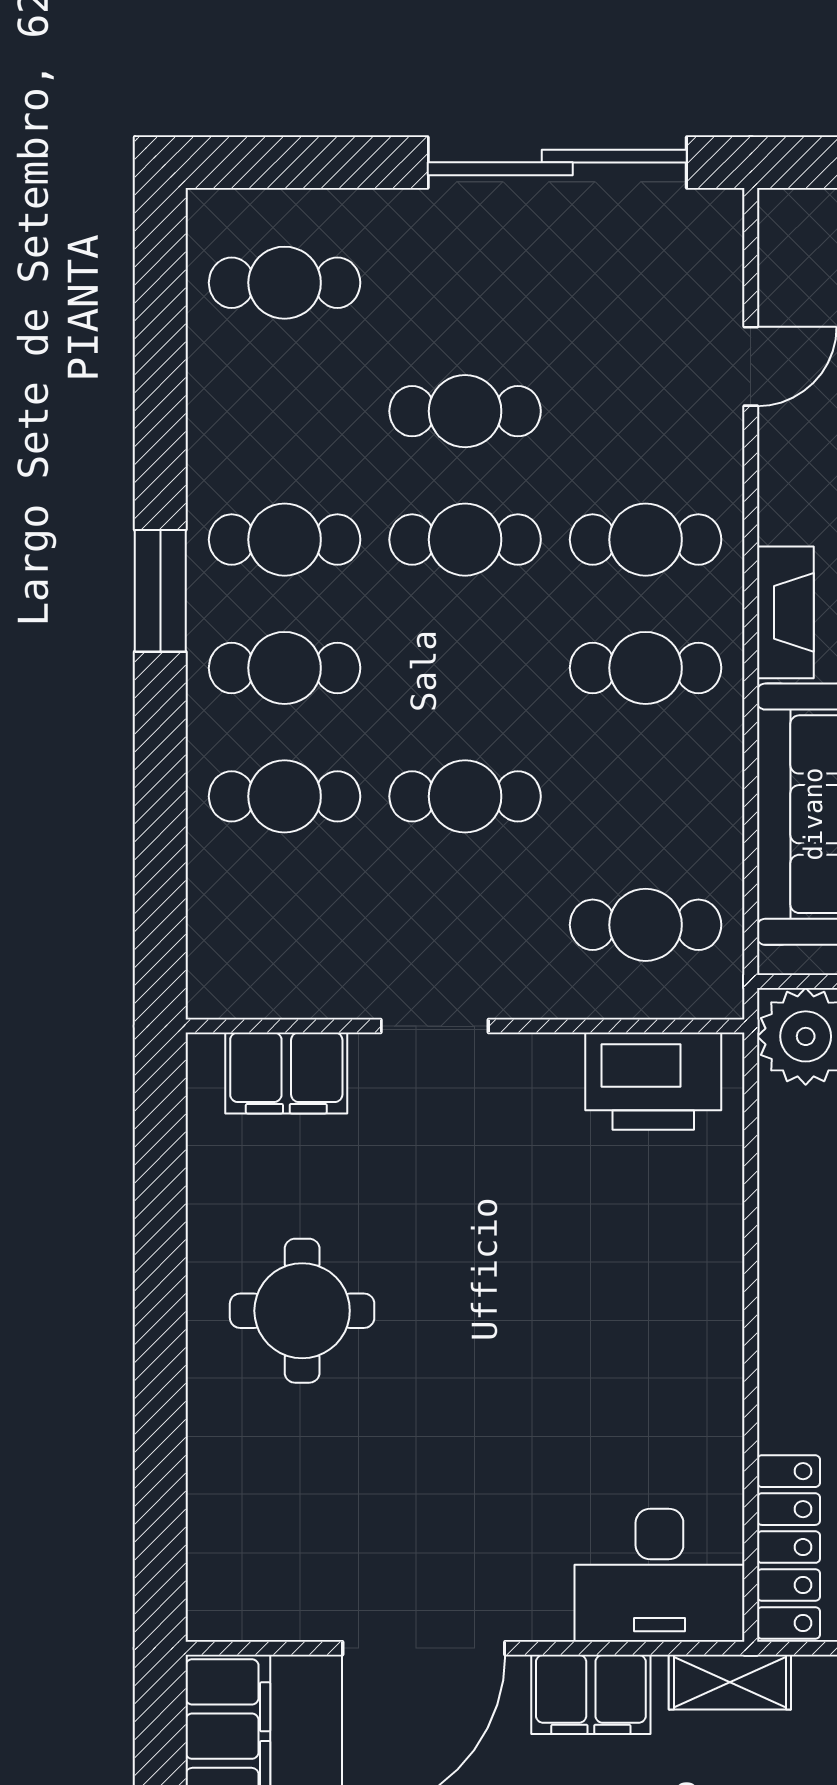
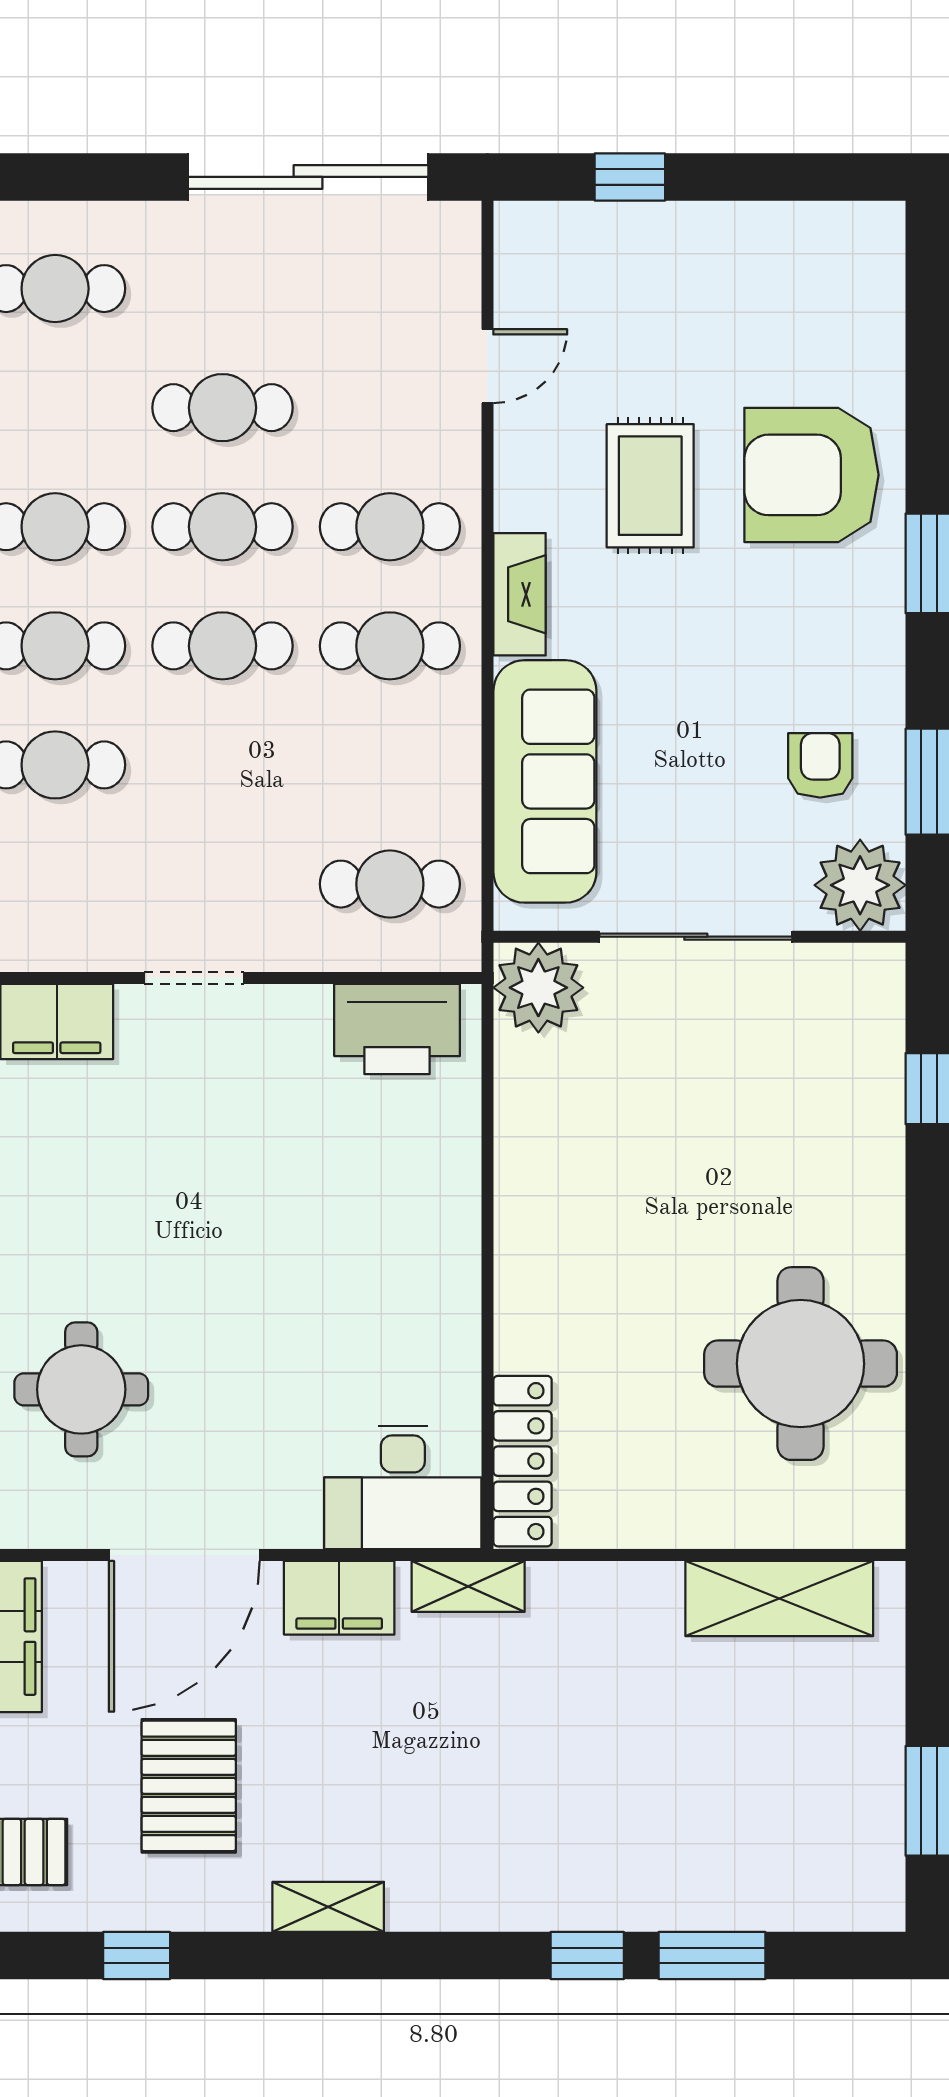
cafe table: (465, 796) -> (222, 646), moved
round table: (302, 1311) -> (81, 1389), moved

